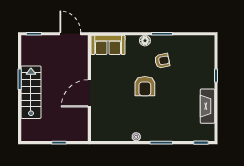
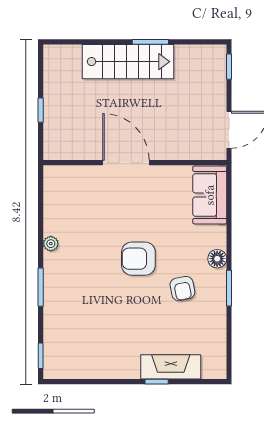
fireplace: (207, 106) -> (171, 367), moved

